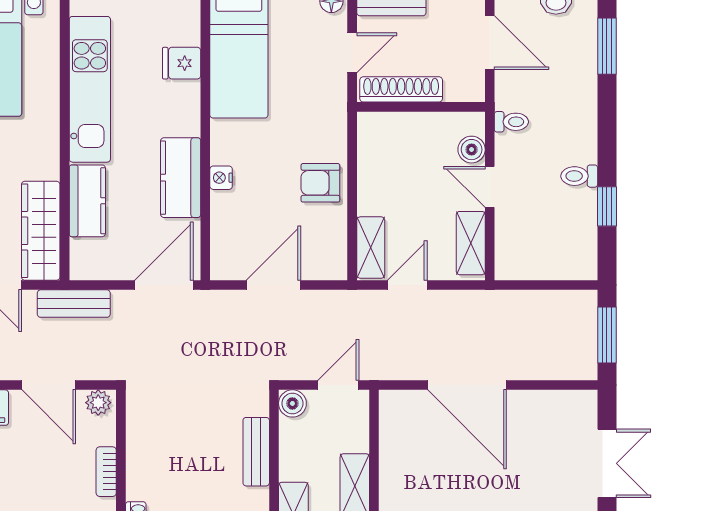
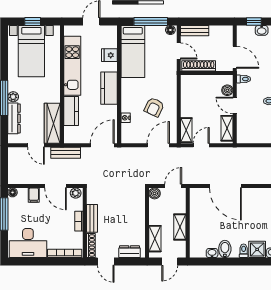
door: (490, 43) -> (235, 57), moved
door: (352, 53) -> (179, 51), hinge flipped
kitchen counter: (181, 178) -> (109, 88), moved
nightstand: (221, 178) -> (126, 118), moved
armchair: (320, 183) -> (154, 107), moved, turned -65
door: (273, 285) -> (158, 145), moved
bench: (256, 452) -> (92, 218), moved

